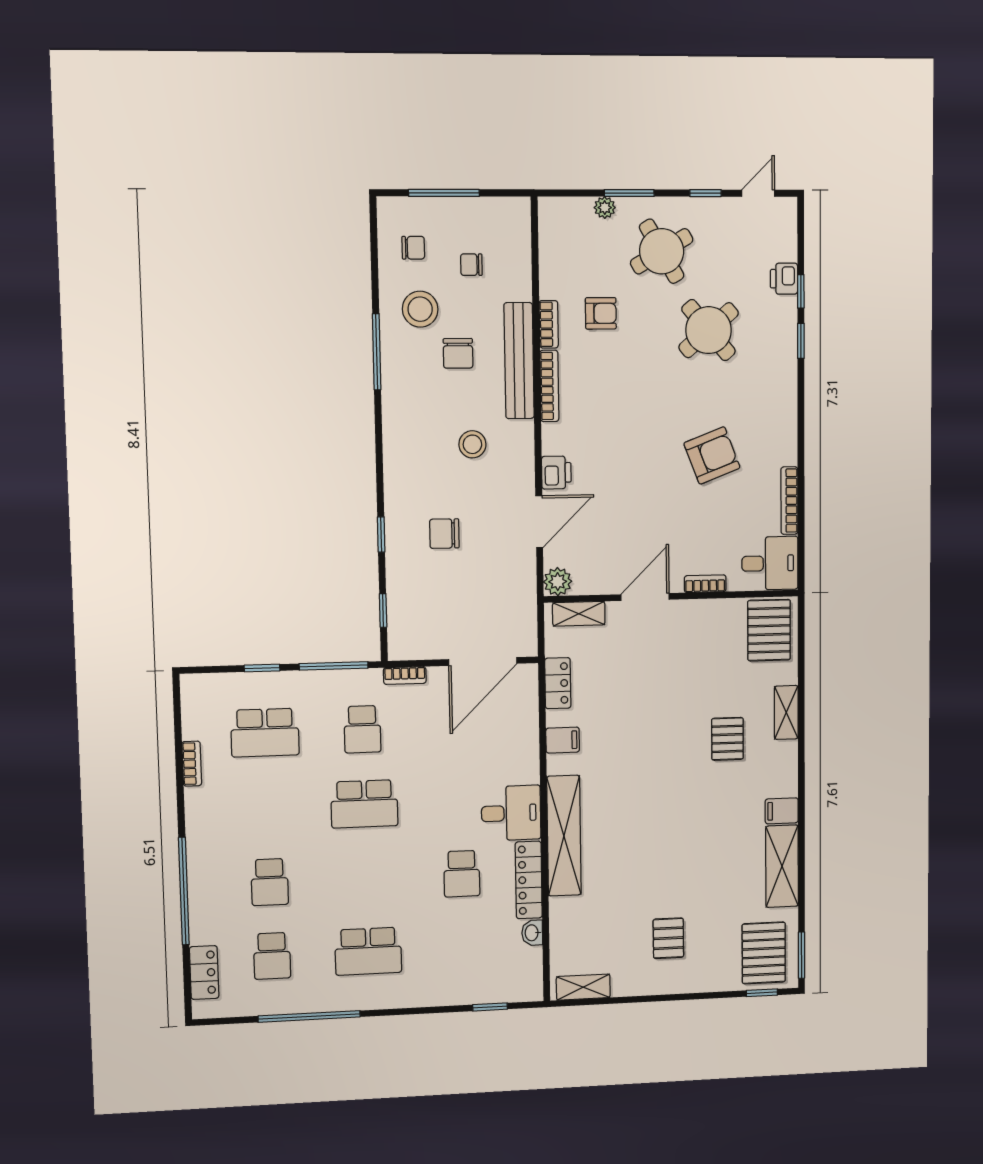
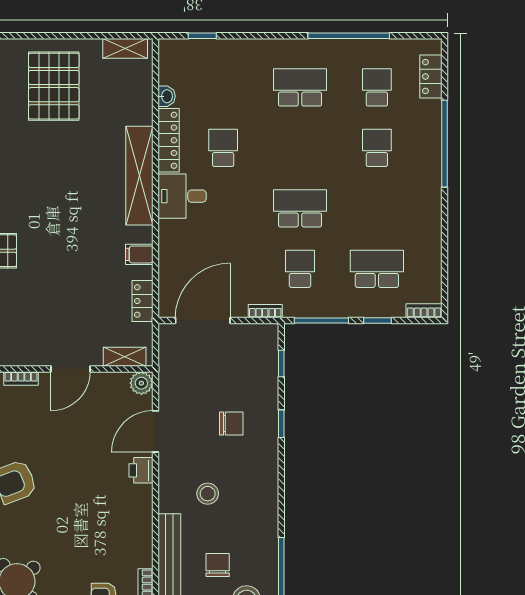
bookcase: (549, 386) -> (146, 539), removed
bookcase: (192, 764) -> (424, 311), moved, turned 90
pallet: (668, 938) -> (54, 86), width x2.05, depth x2.00

